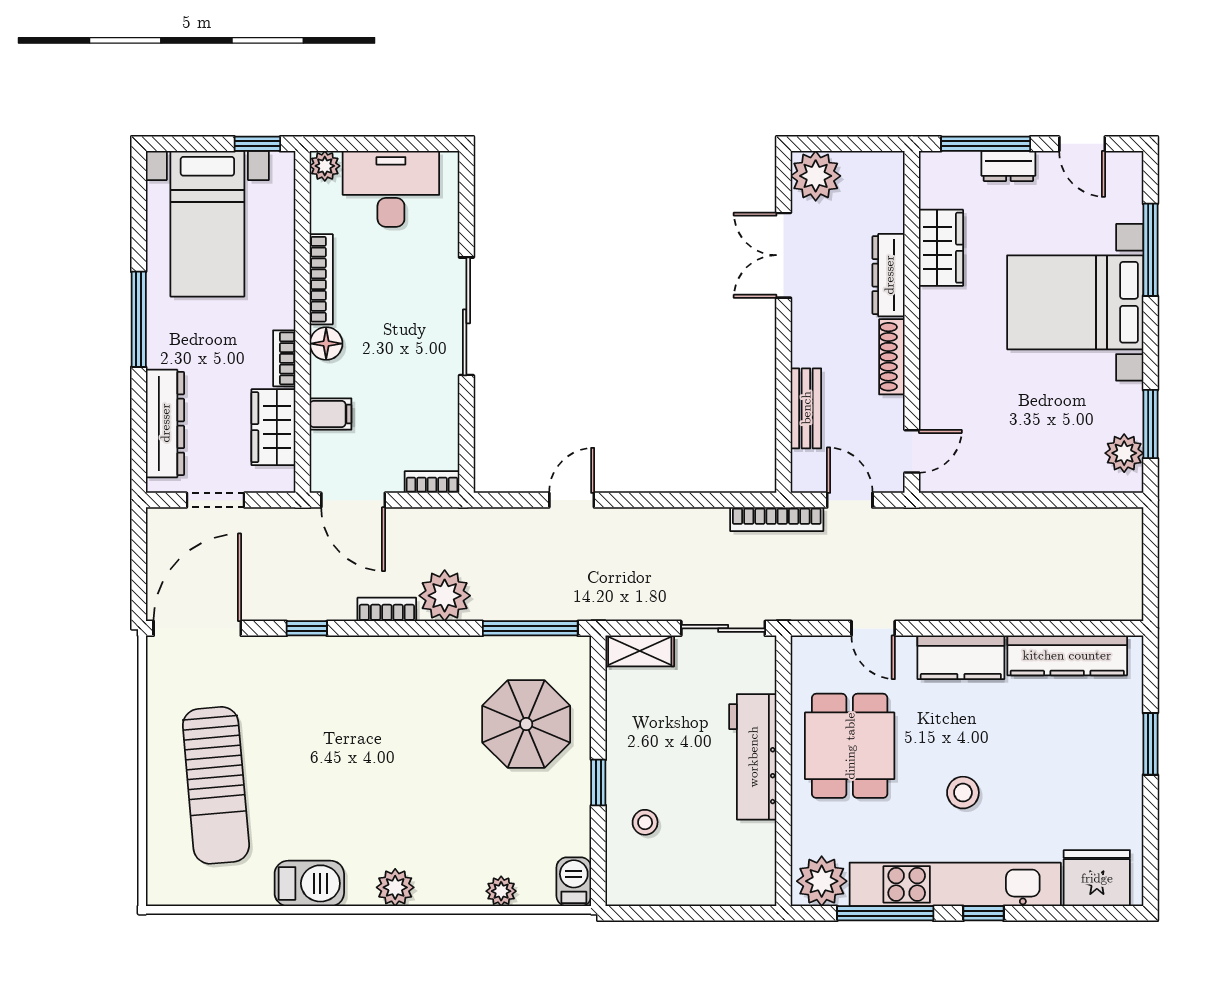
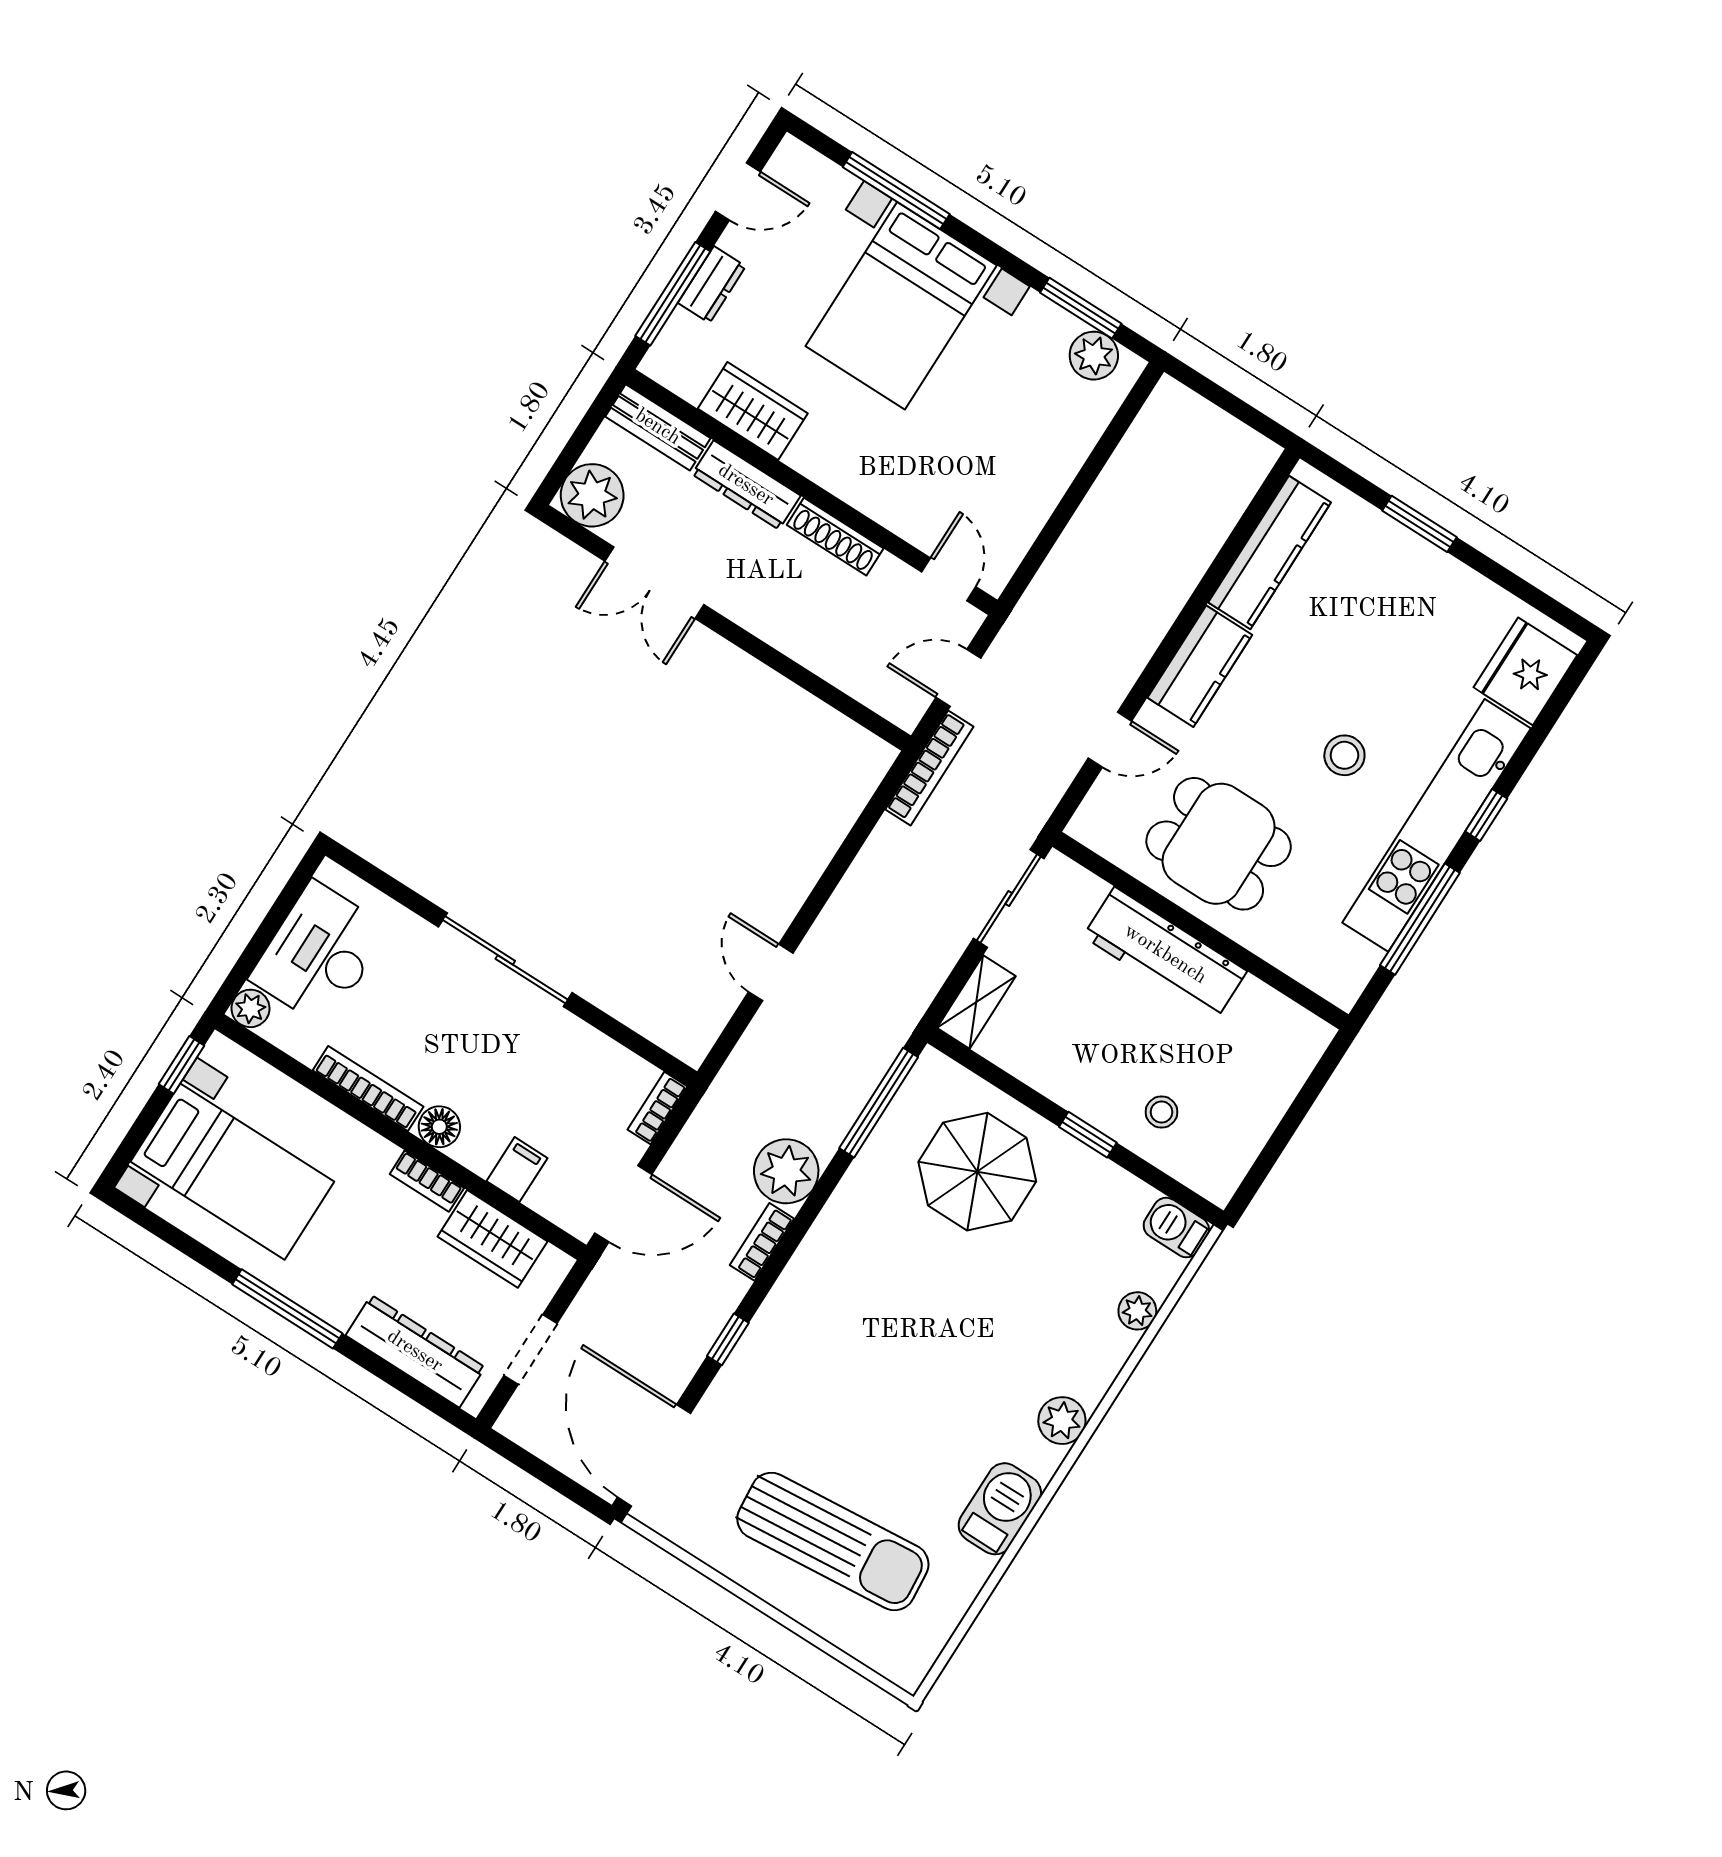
bench: (806, 408) -> (658, 427), moved
plant: (822, 881) -> (1343, 965), removed

